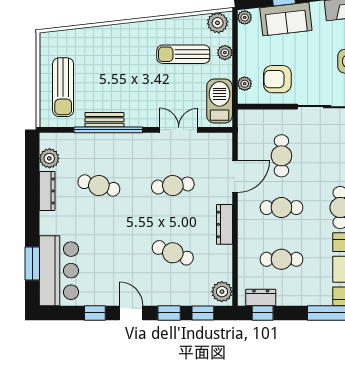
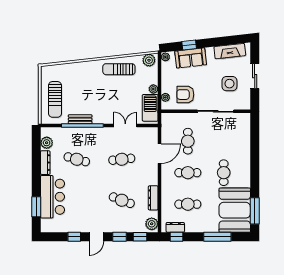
plant: (225, 53) -> (153, 89), moved
sun lounger: (183, 54) -> (119, 69), moved
dresser: (224, 224) -> (153, 198), moved
bar counter: (59, 271) -> (52, 197), moved
door: (131, 313) -> (96, 237), swing flipped

